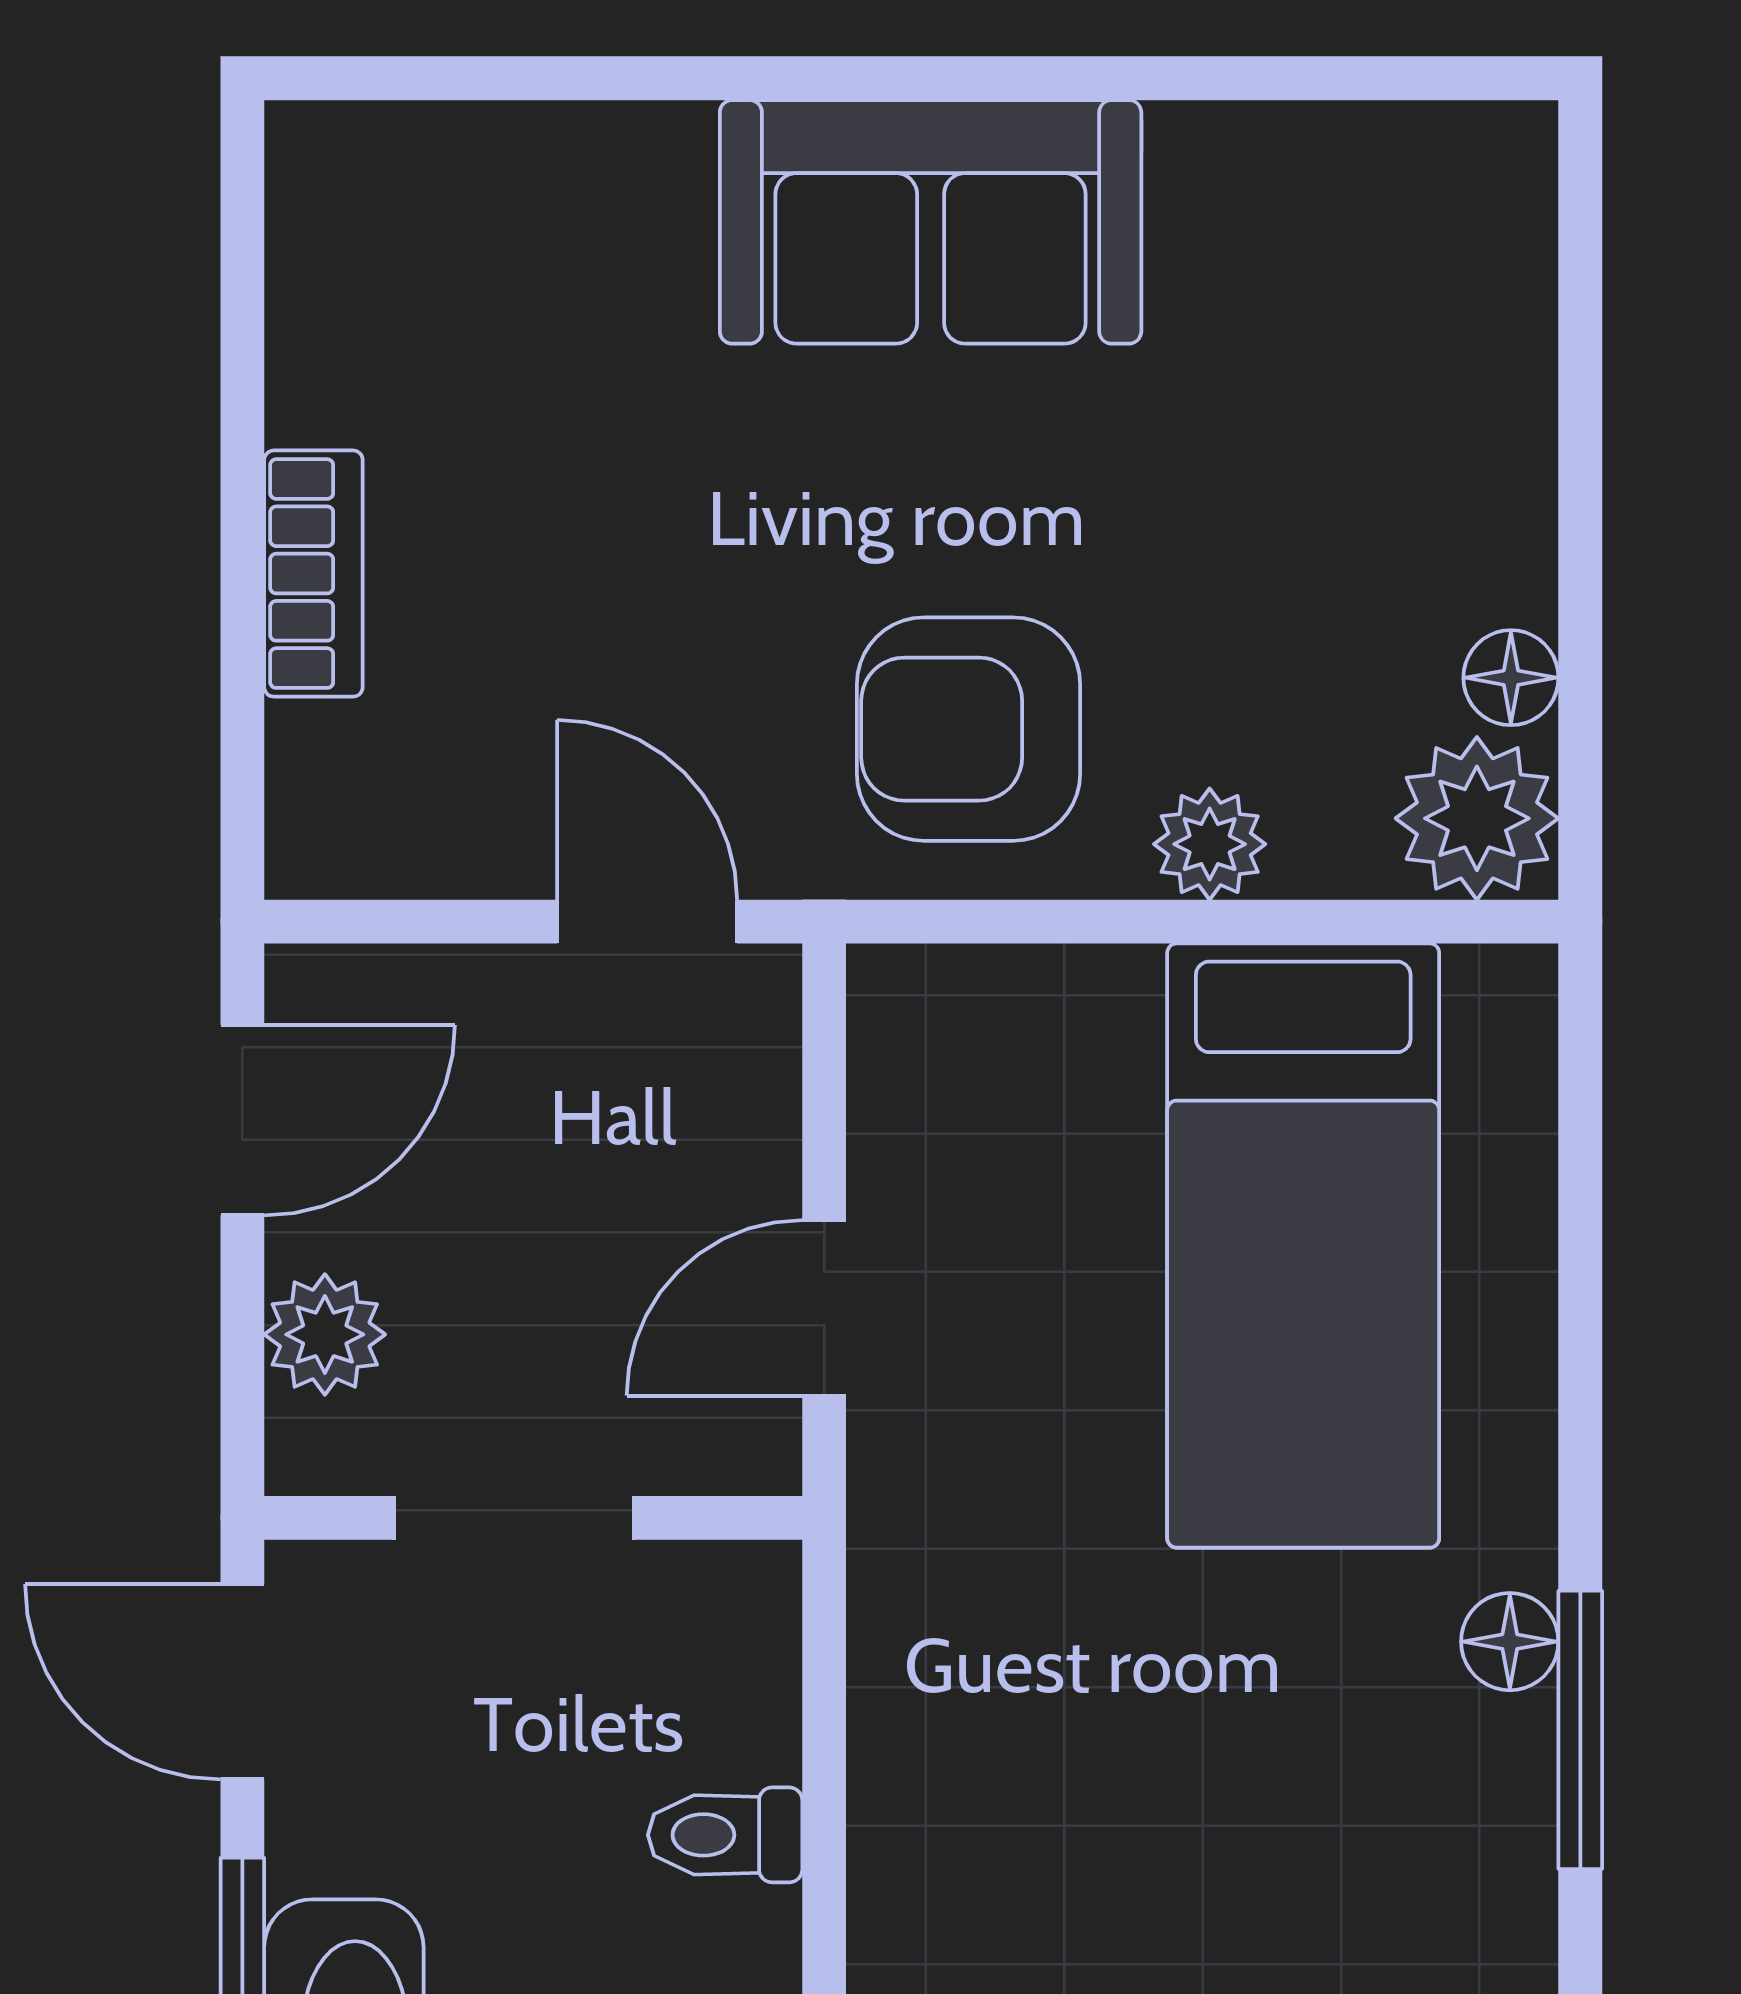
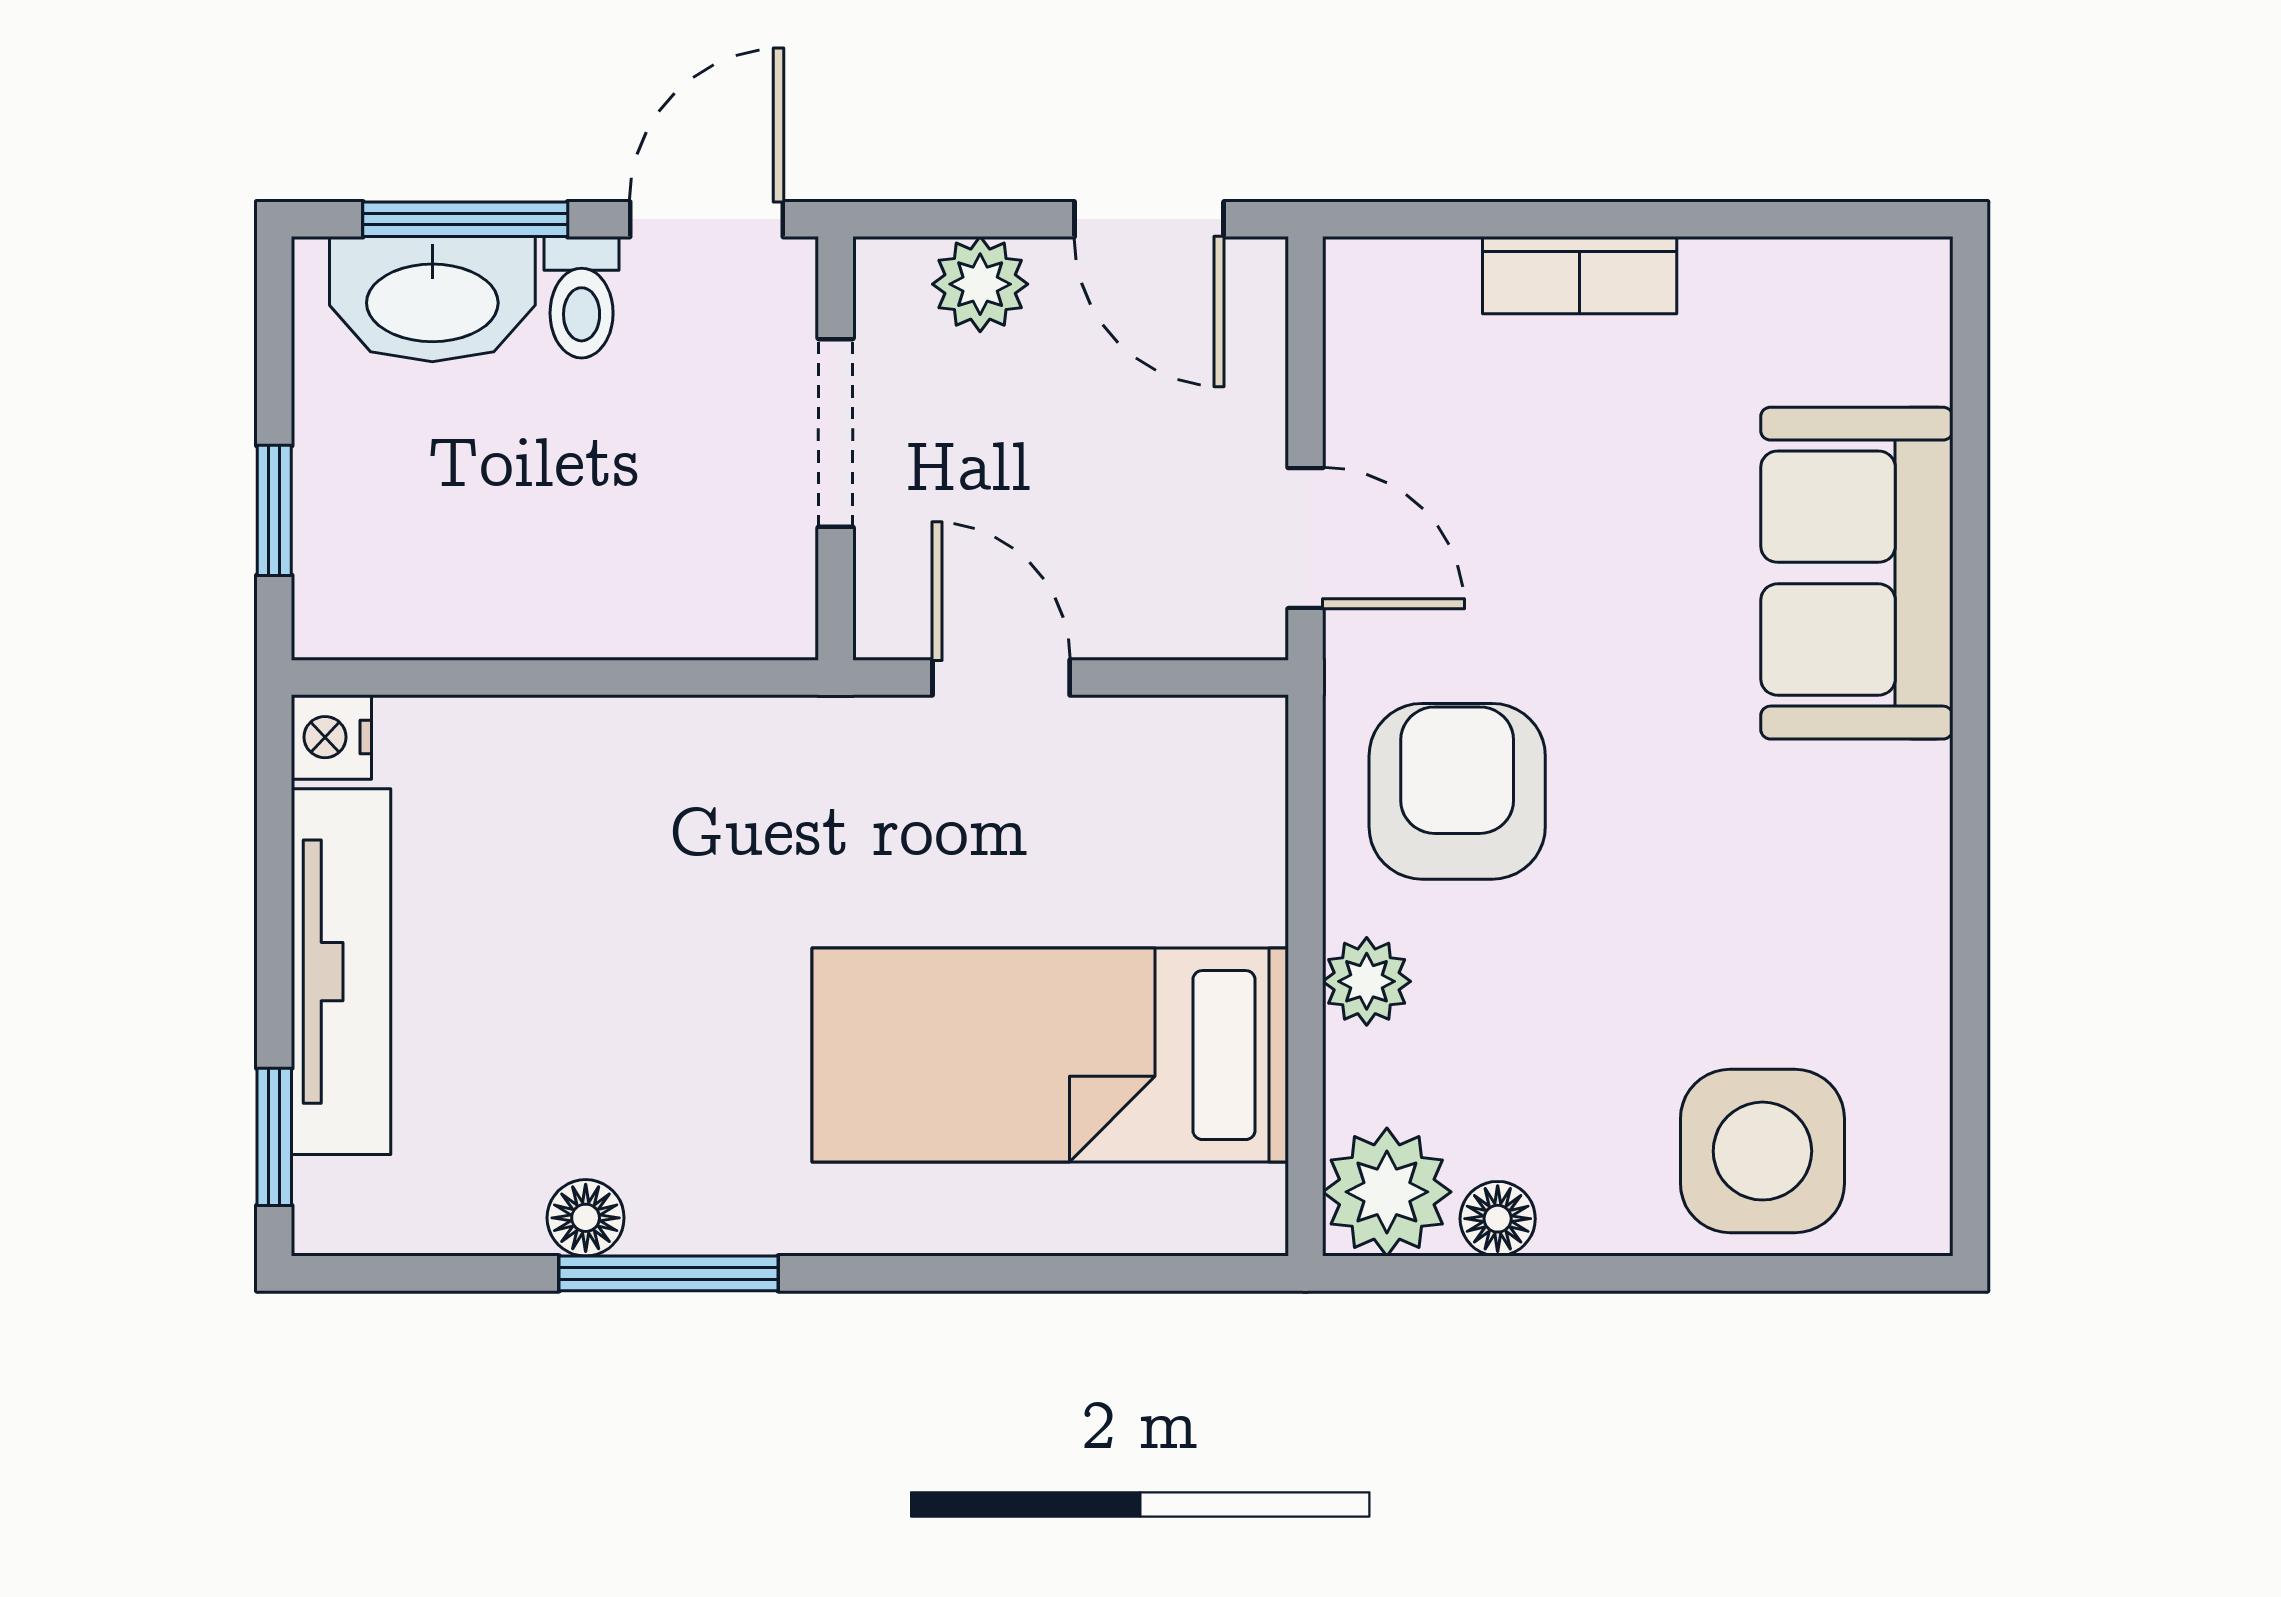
sofa: (931, 222) -> (1857, 573), moved
side table: (1425, 342) -> (1762, 1151), added
door: (647, 922) -> (1305, 538), hinge flipped
floor lamp: (1510, 1642) -> (586, 1218), moved
toilet: (725, 1835) -> (582, 297), moved, turned 180

